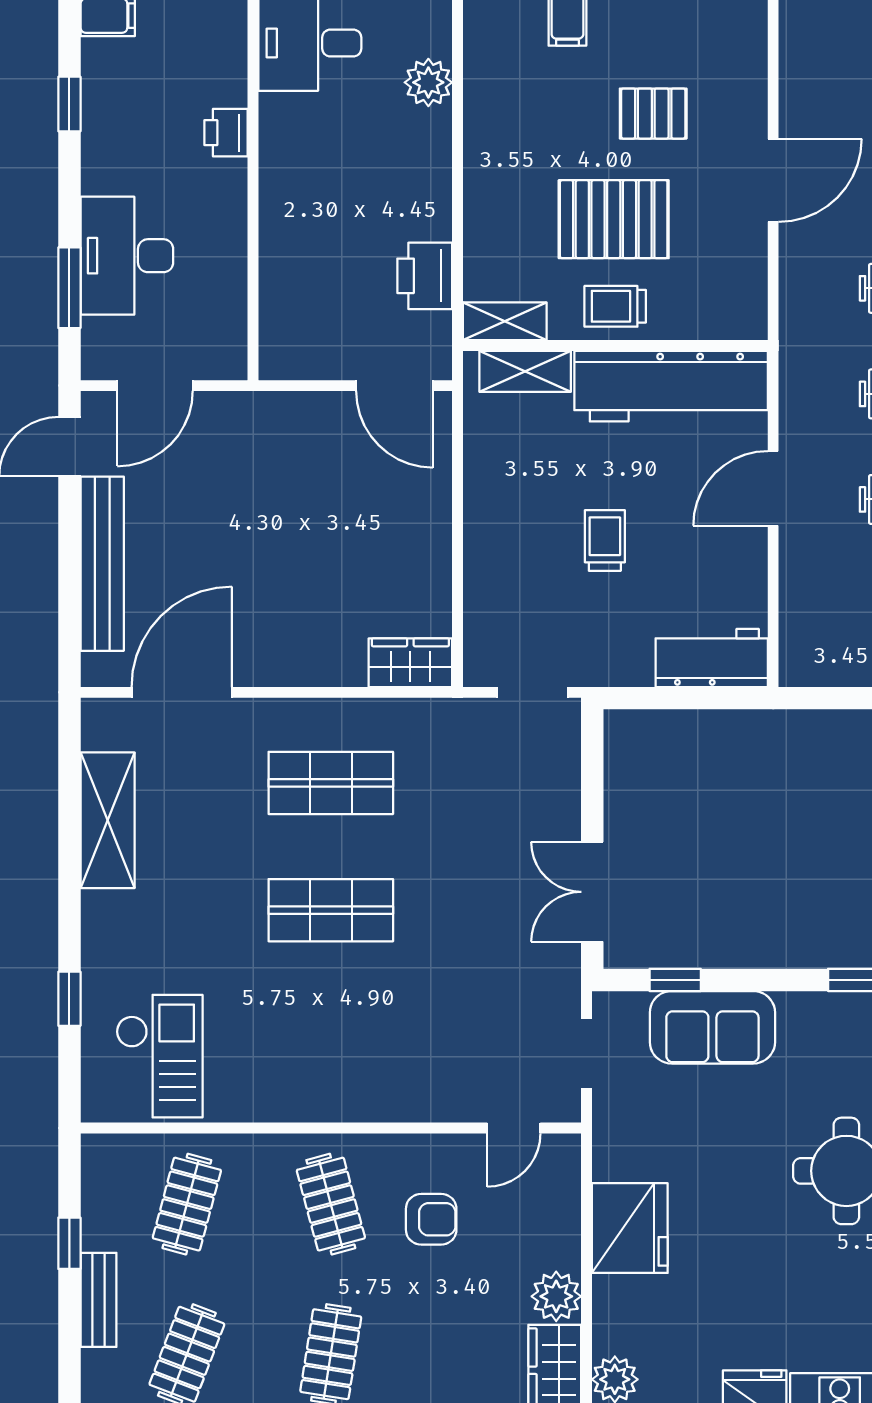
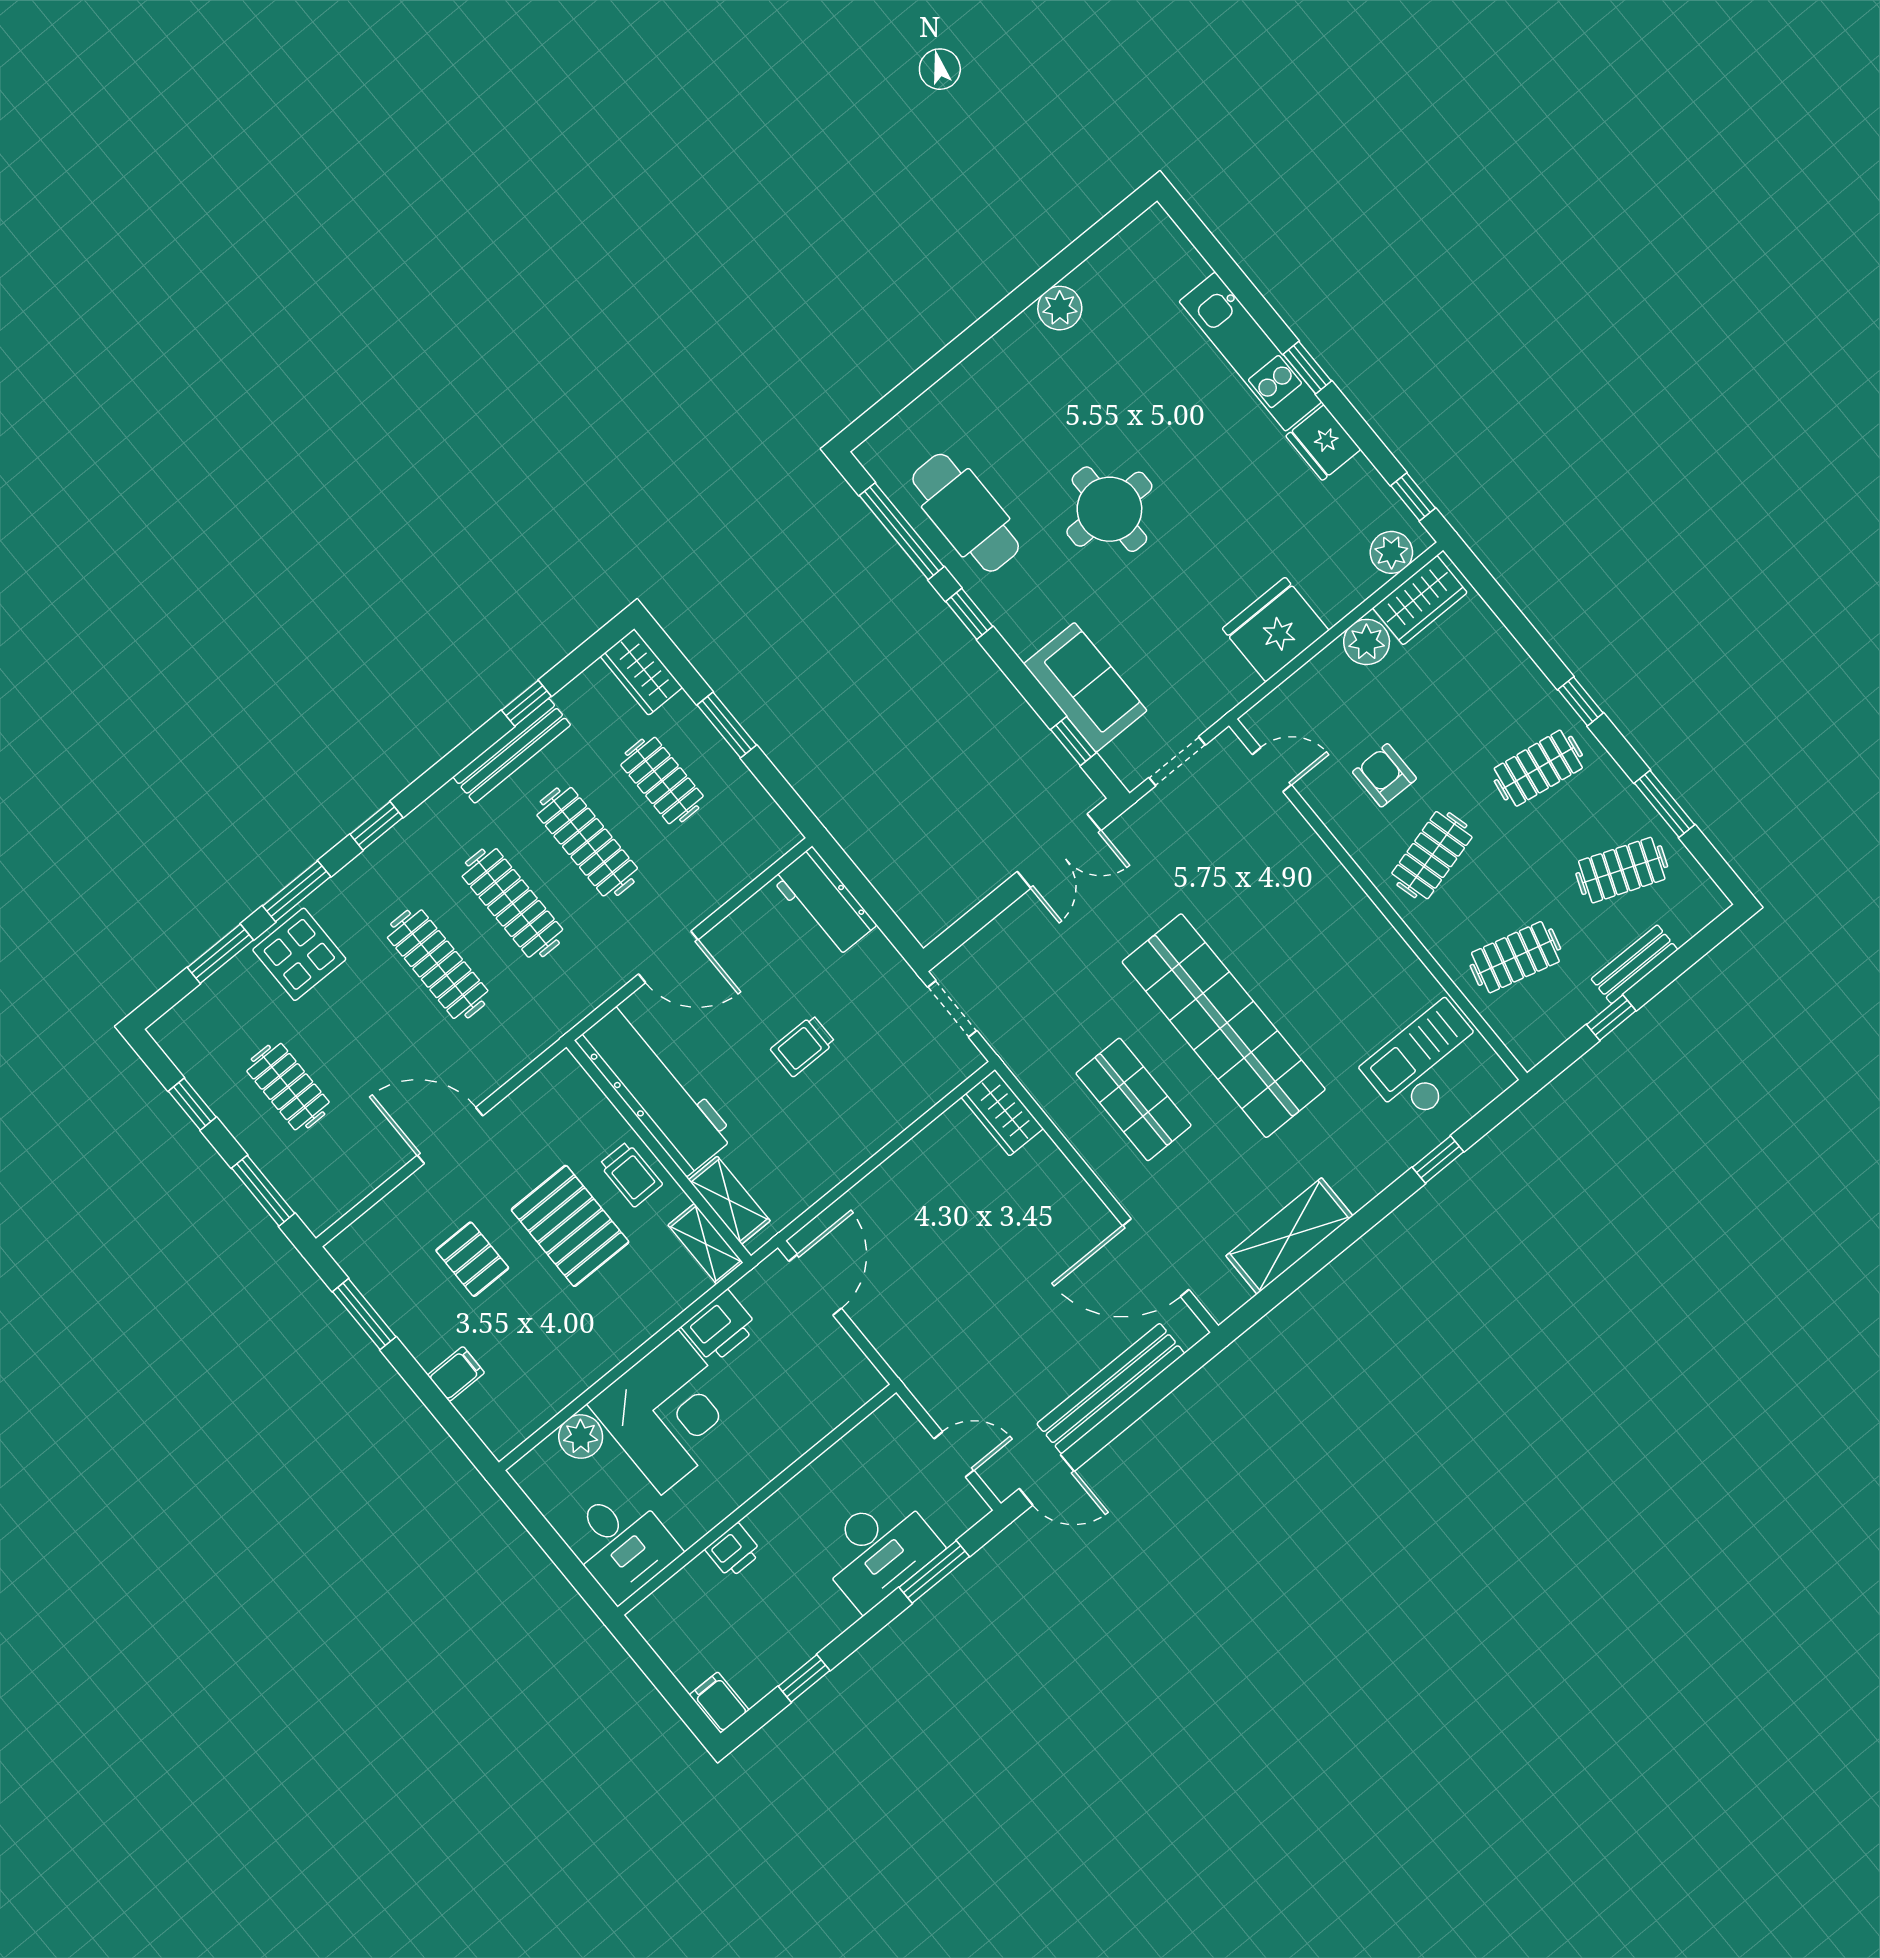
corner desk: (388, 174) -> (669, 1412), added
door: (155, 386) -> (954, 1454), width x0.73
shop shelf: (331, 910) -> (1224, 1026), width x2.00, depth x1.36

